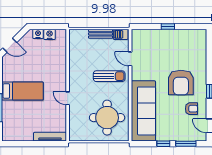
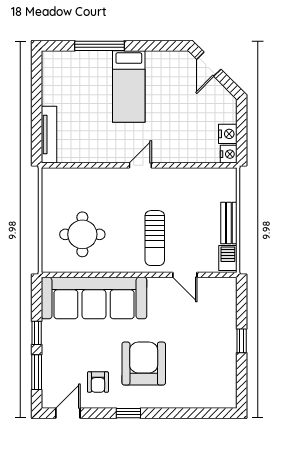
nightstand: (38, 34) -> (229, 154), moved
door: (130, 59) -> (185, 275), swing flipped
armchair: (181, 82) -> (144, 364), turned 90
door: (68, 98) -> (140, 165), moved
round table: (107, 118) -> (82, 234), width x0.73, depth x0.73

